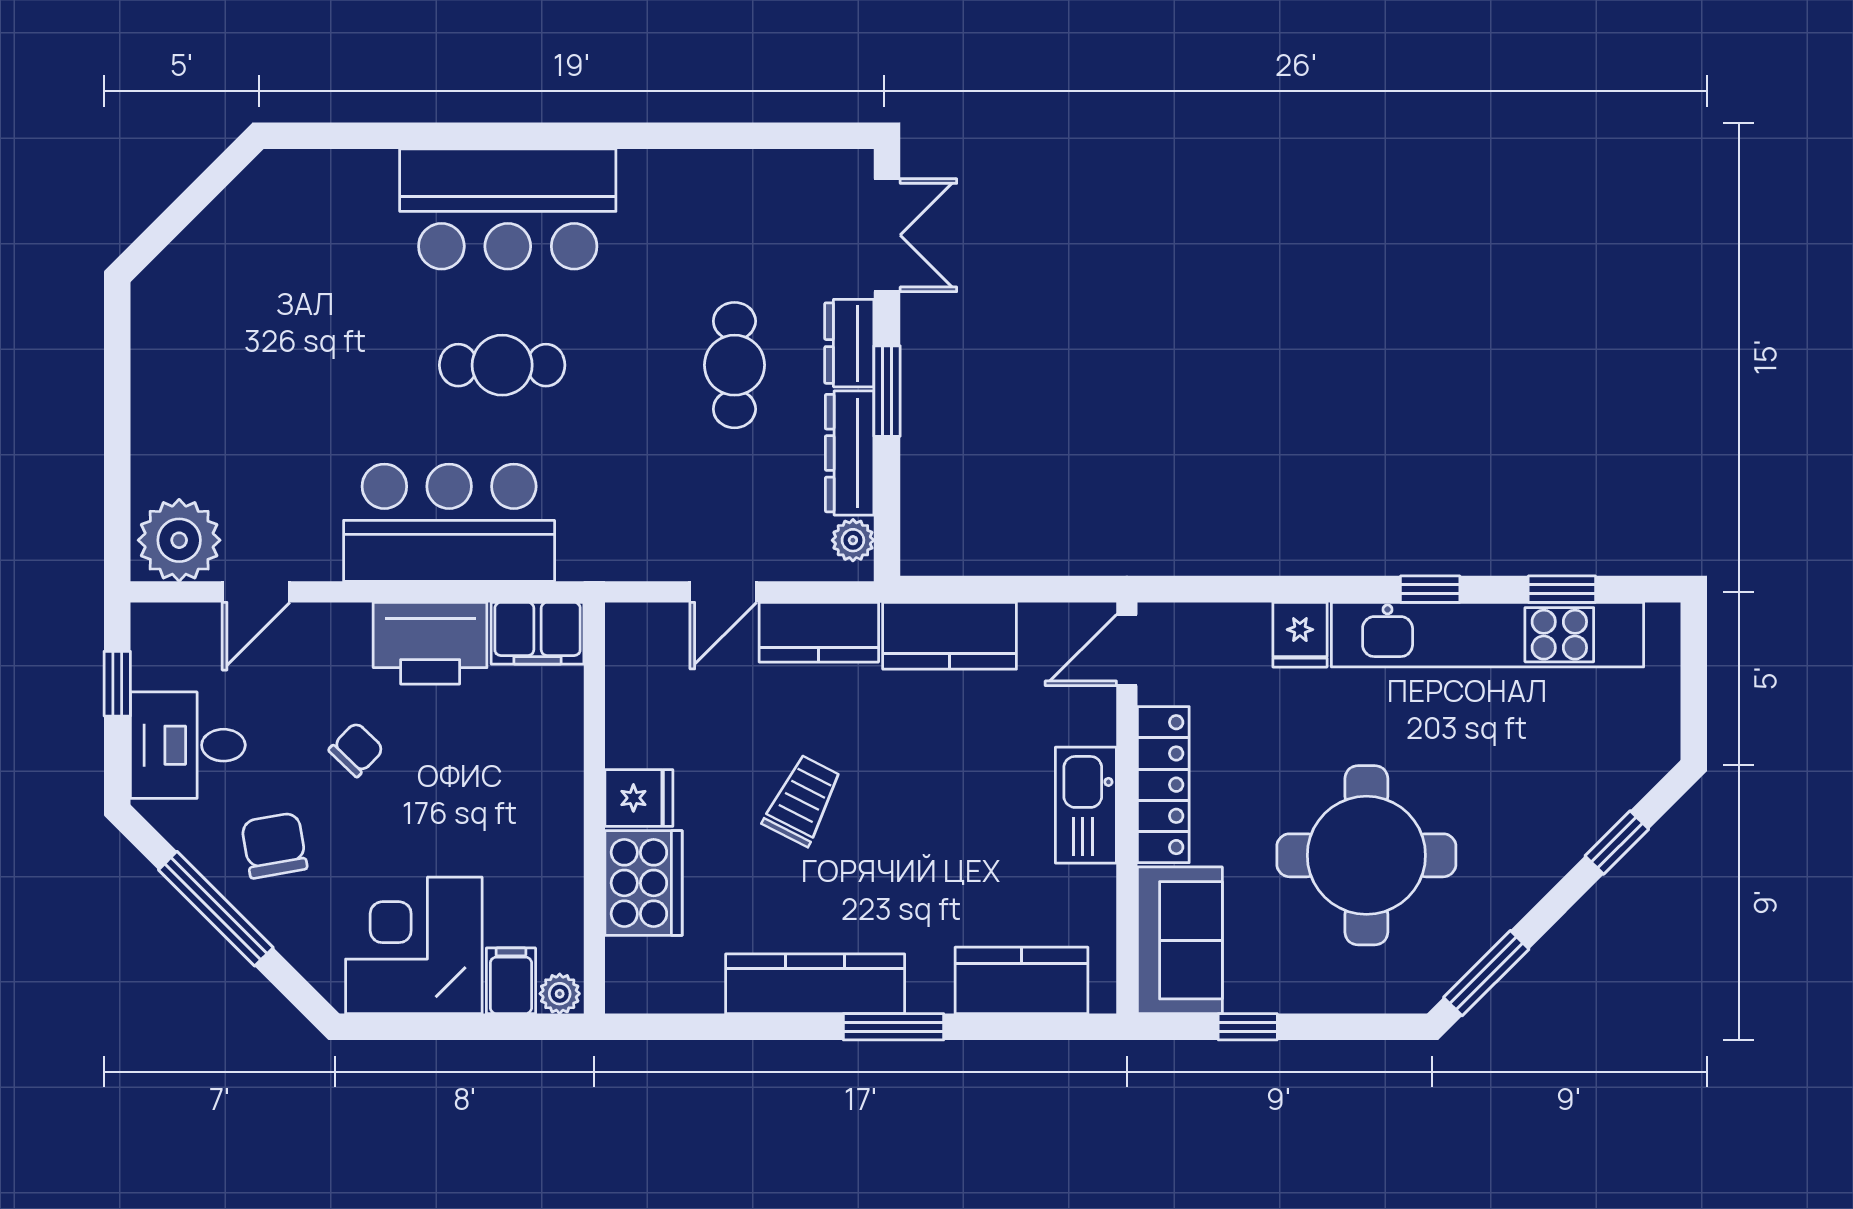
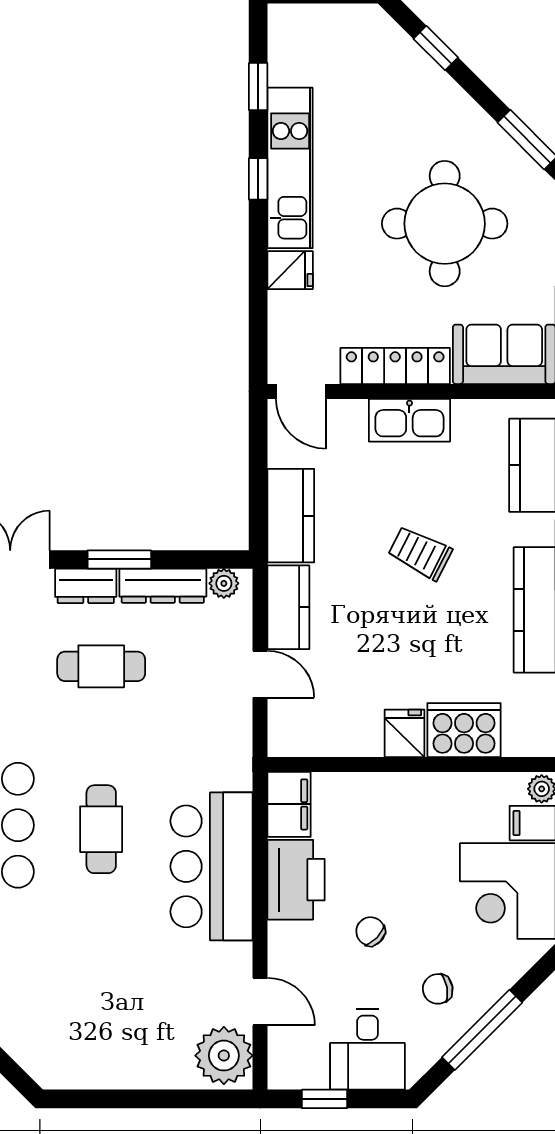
kitchen unit: (1487, 635) -> (290, 168), width x0.73
trolley: (803, 800) -> (420, 553), moved
chair: (274, 845) -> (438, 989), width x0.73, depth x0.73

